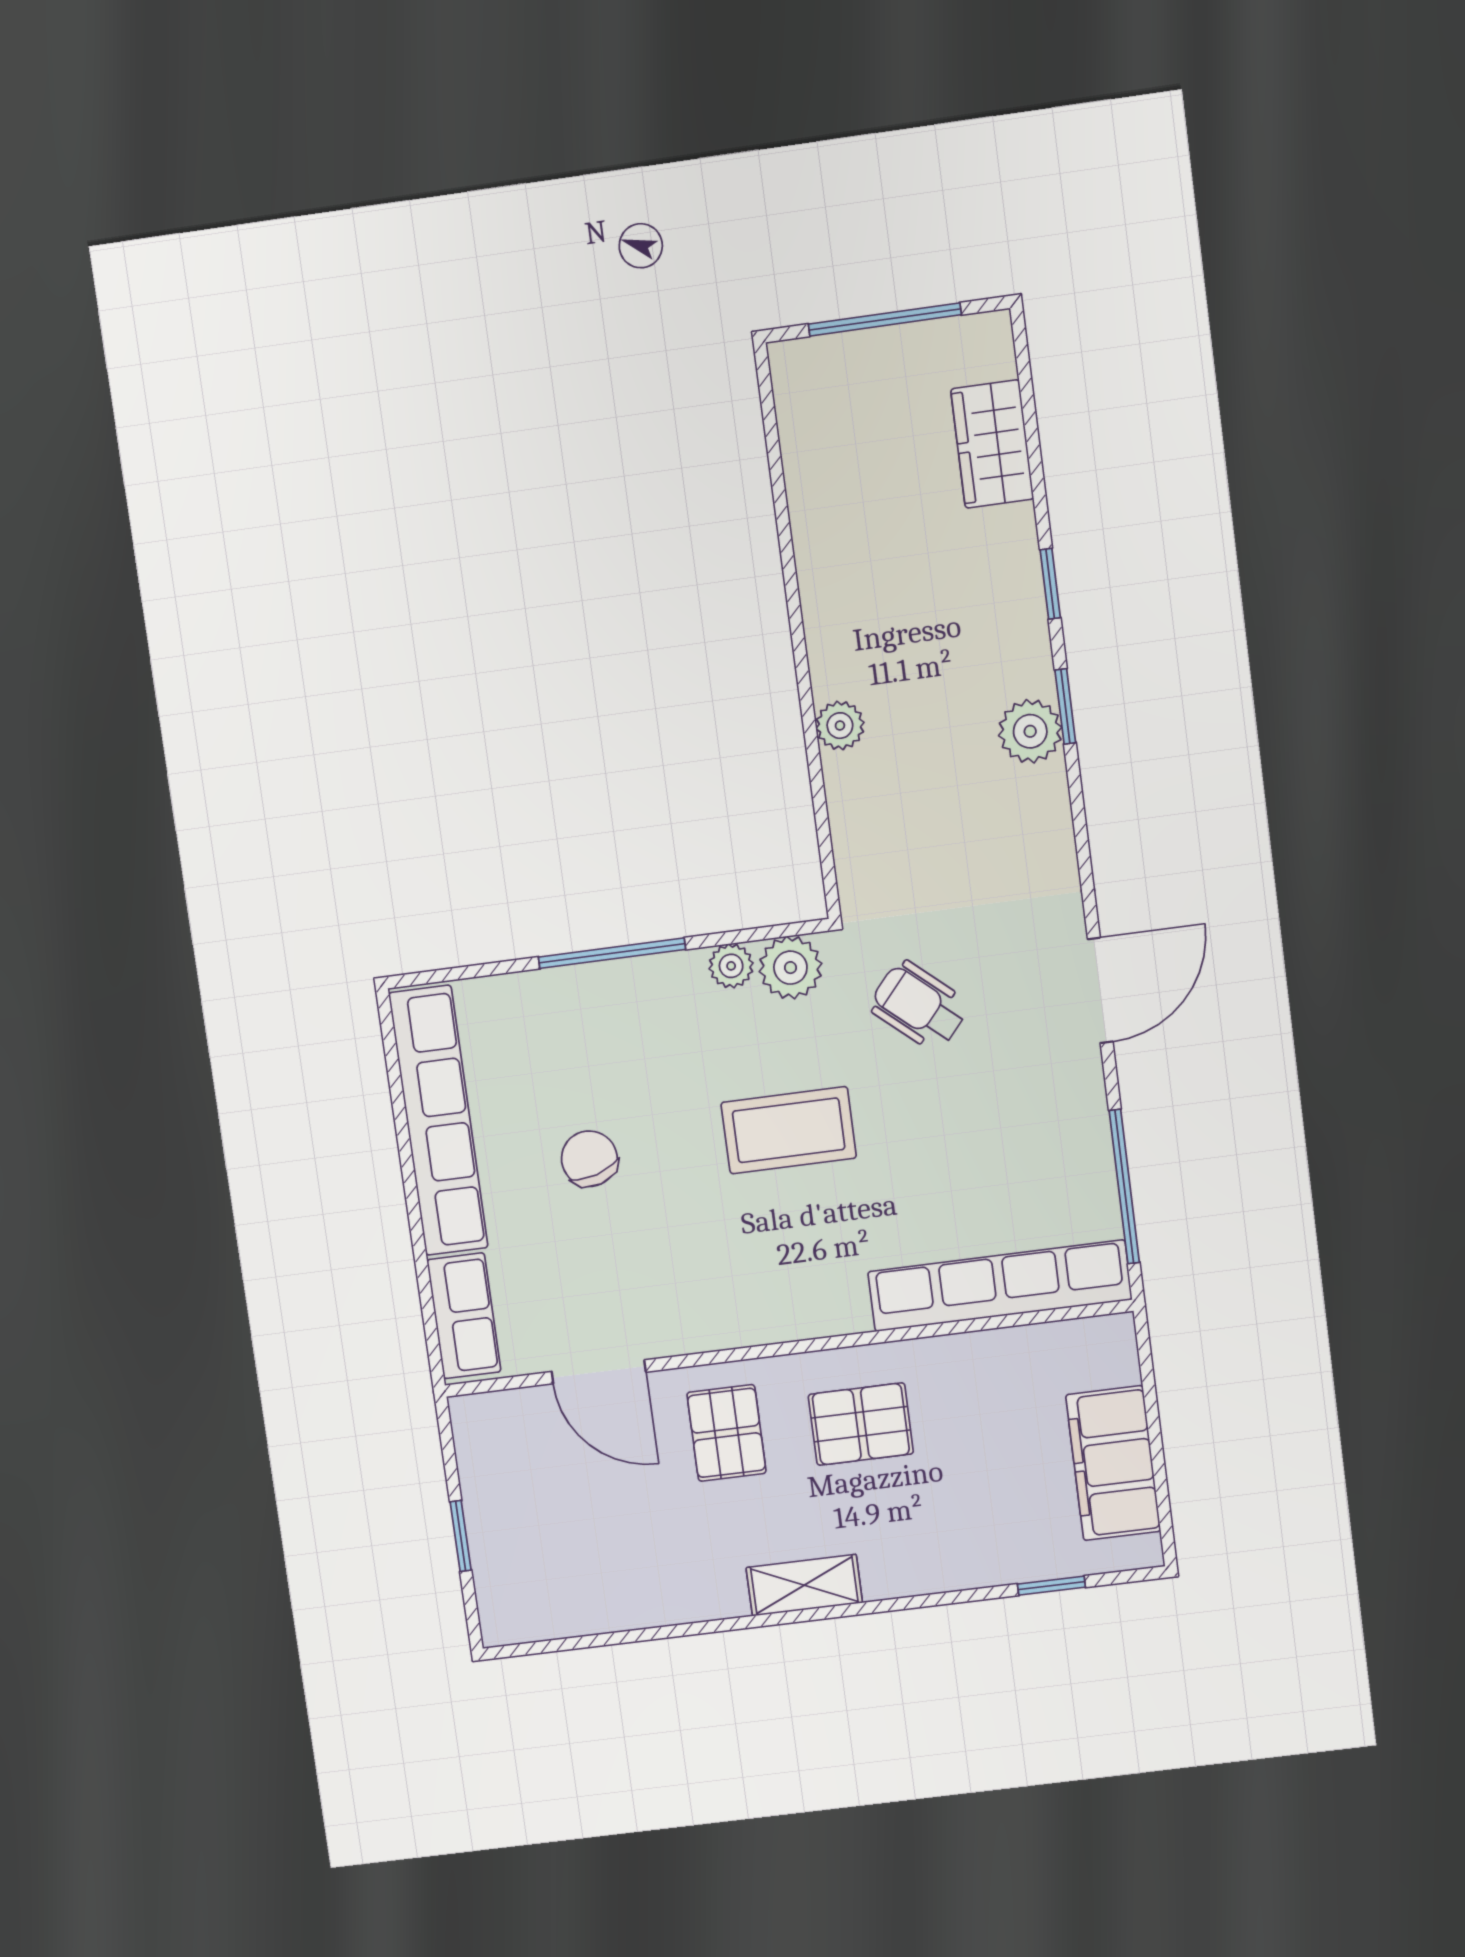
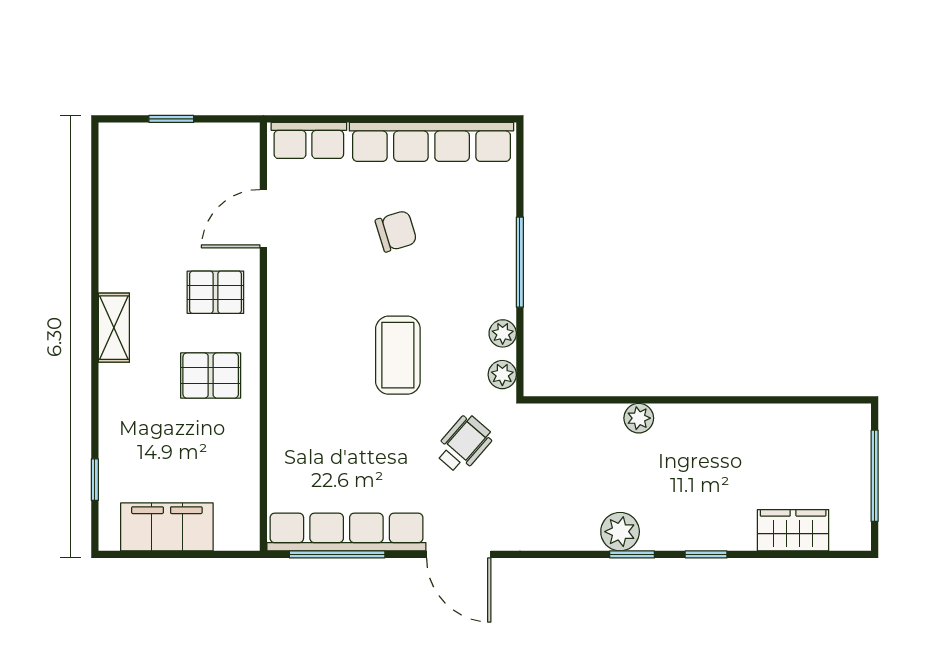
plant: (790, 968) -> (502, 375), width x0.73, depth x0.73
row of seats: (1000, 1286) -> (346, 532), moved, turned -90
pallet: (861, 1424) -> (211, 376), turned 90

